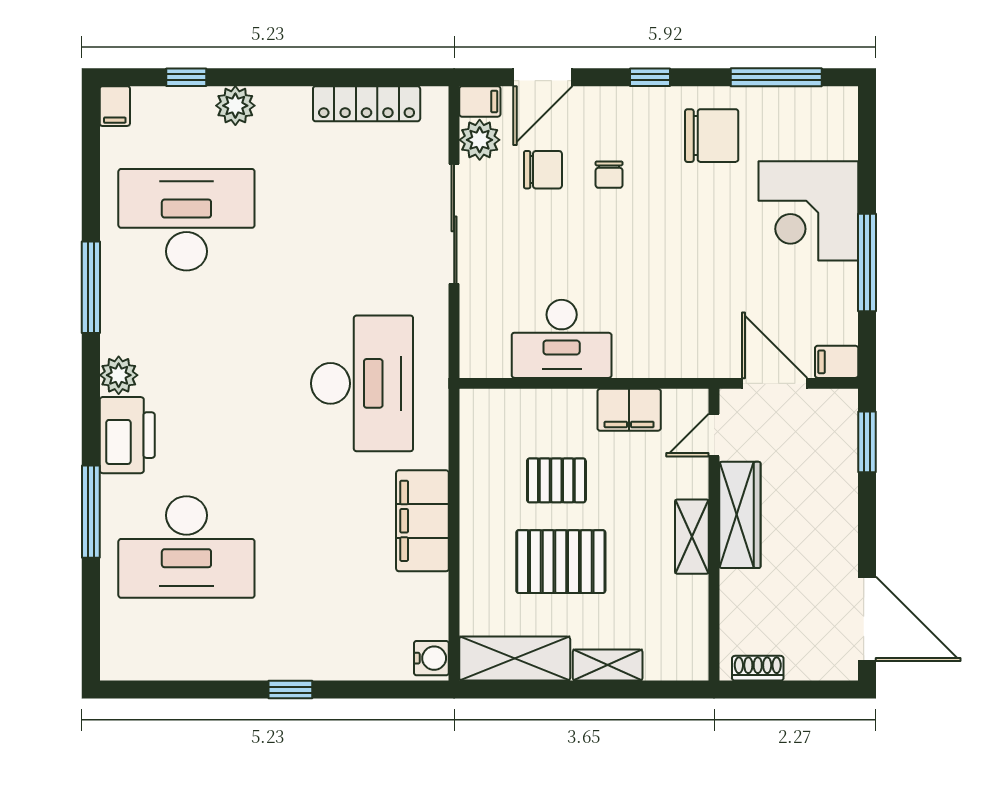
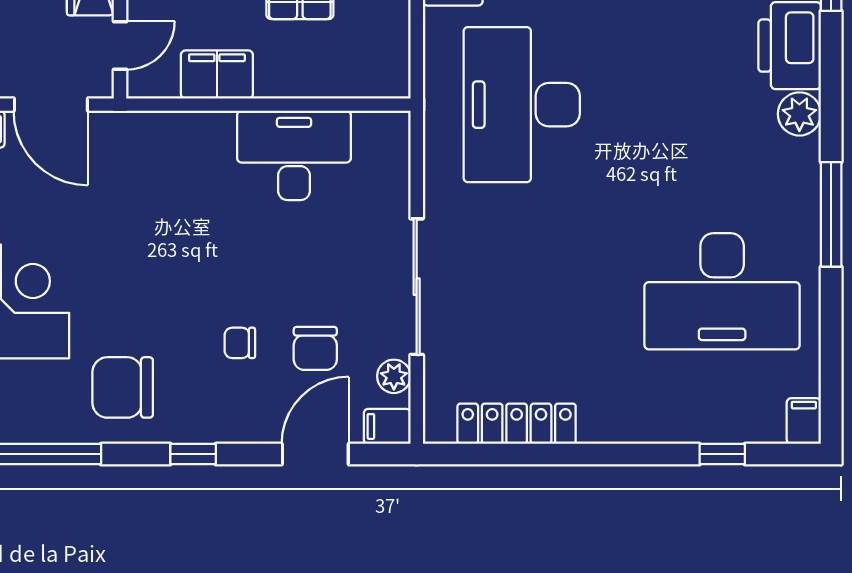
plant: (235, 106) -> (666, 422), removed
plant: (480, 140) -> (394, 376), width x0.73, depth x0.73
chair: (543, 170) -> (315, 348), turned -90
chair: (609, 175) -> (240, 343), turned -90

